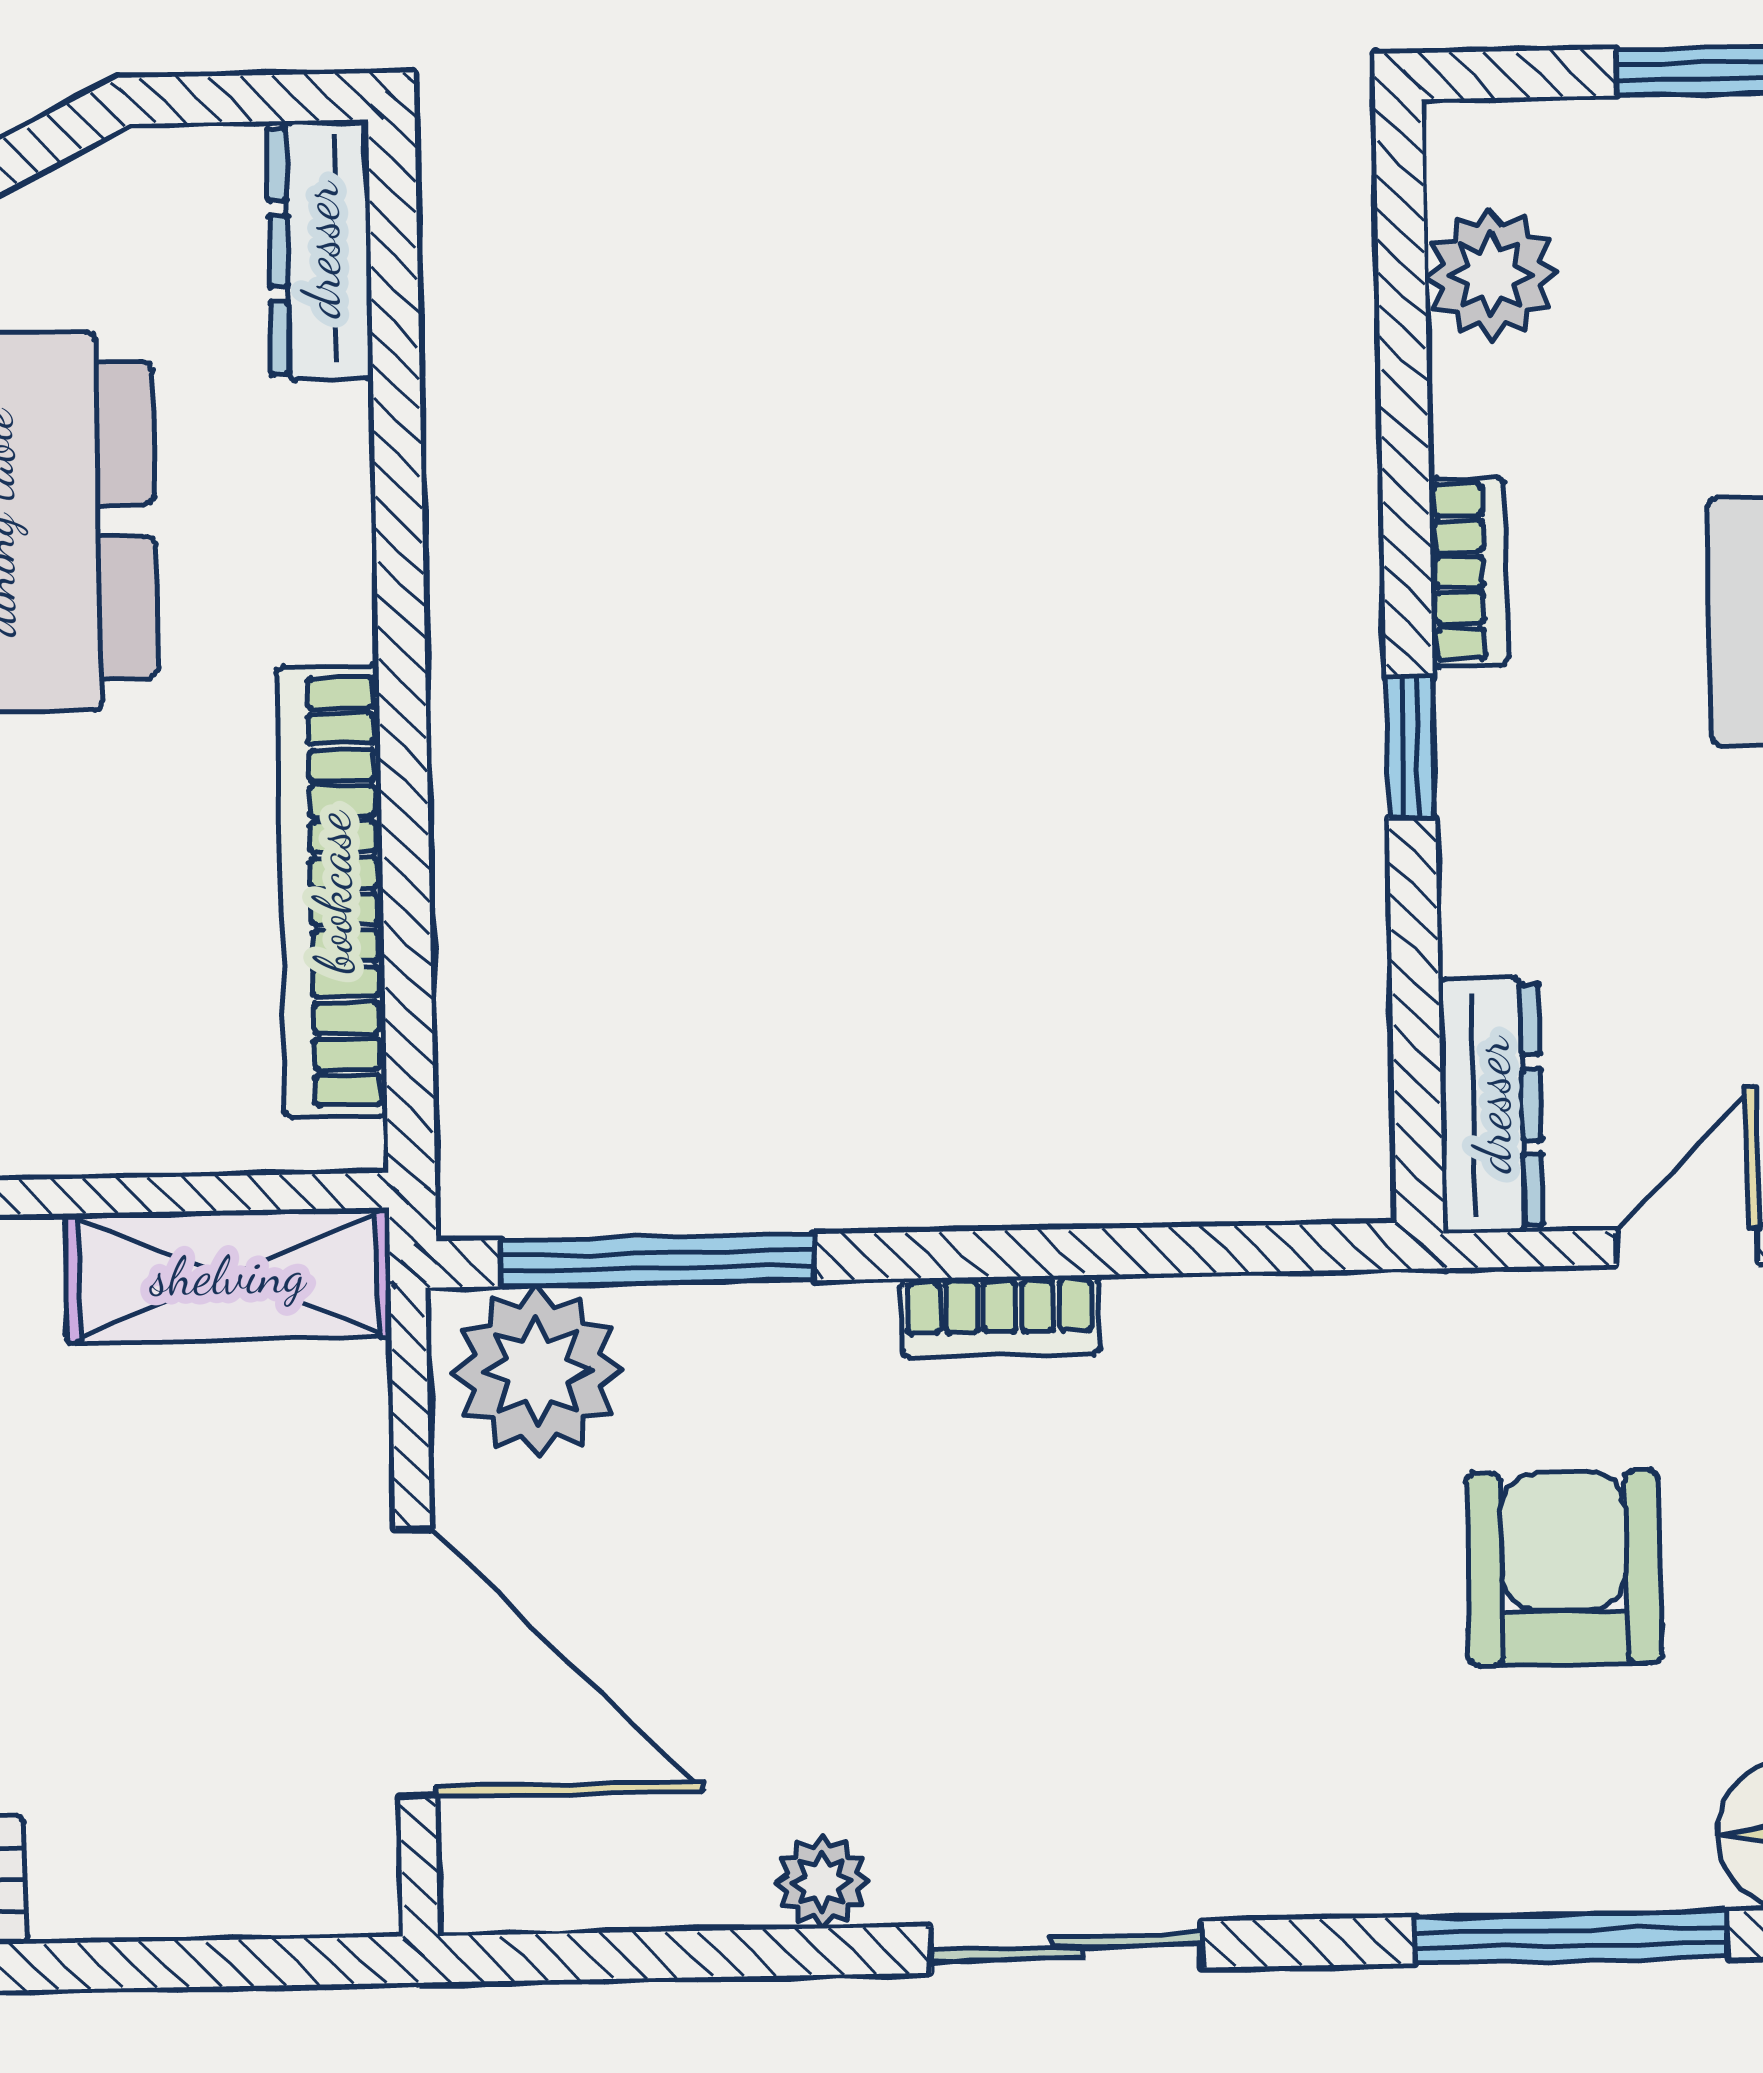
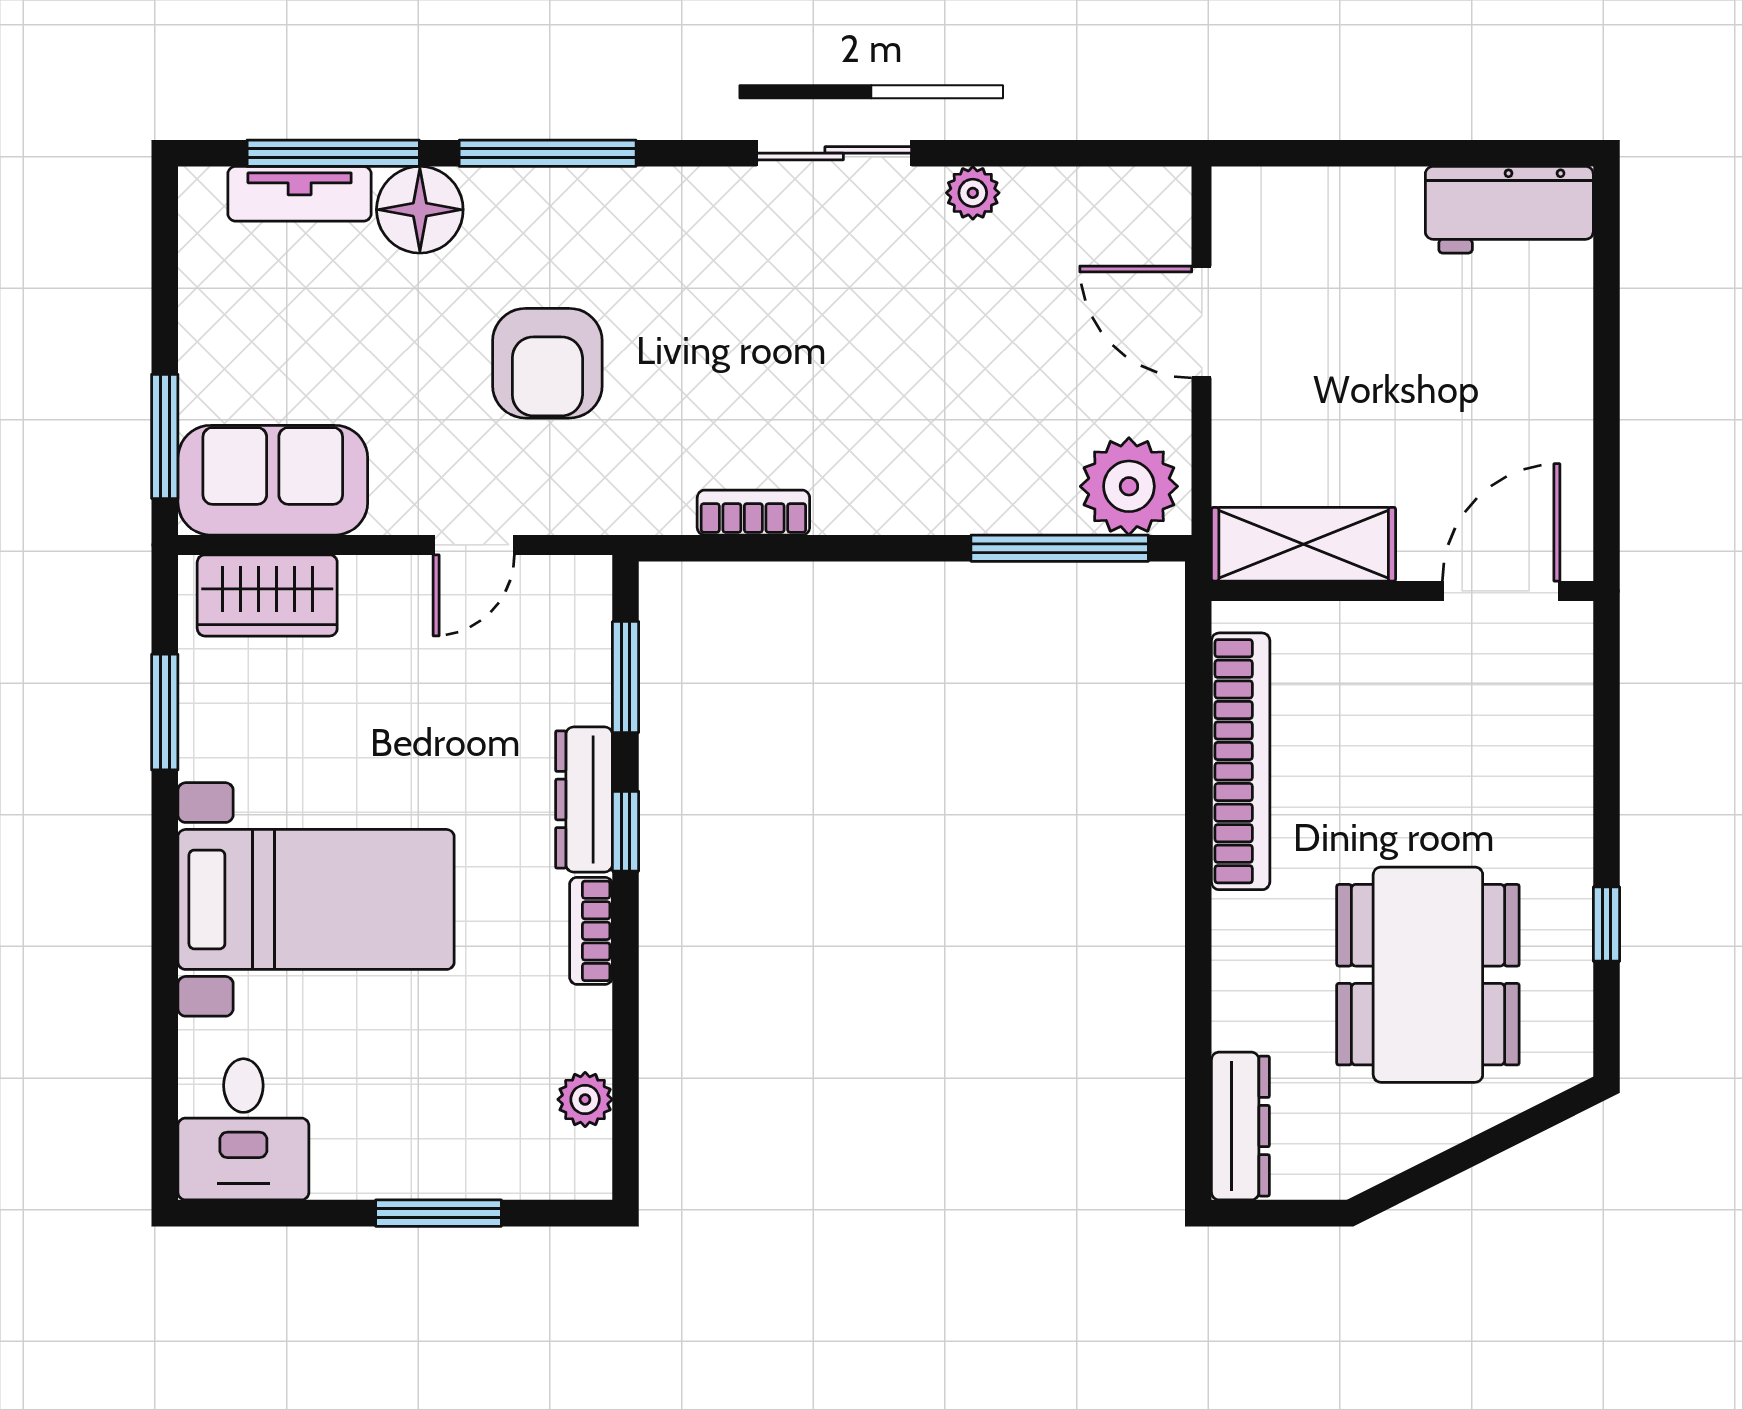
plant: (1491, 275) -> (585, 1099), width x0.73, depth x0.73
window: (1416, 1019) -> (626, 677), added
dresser: (1491, 1105) -> (584, 799), moved
bookcase: (1000, 1316) -> (753, 513), moved
door: (415, 1663) -> (1202, 322), width x0.73

